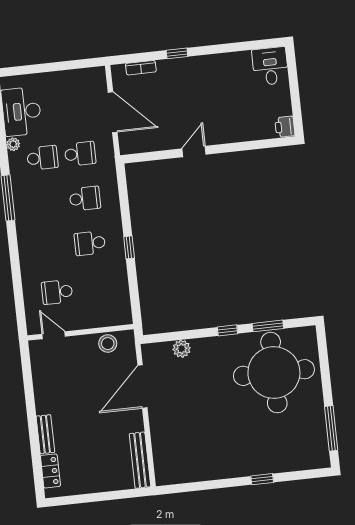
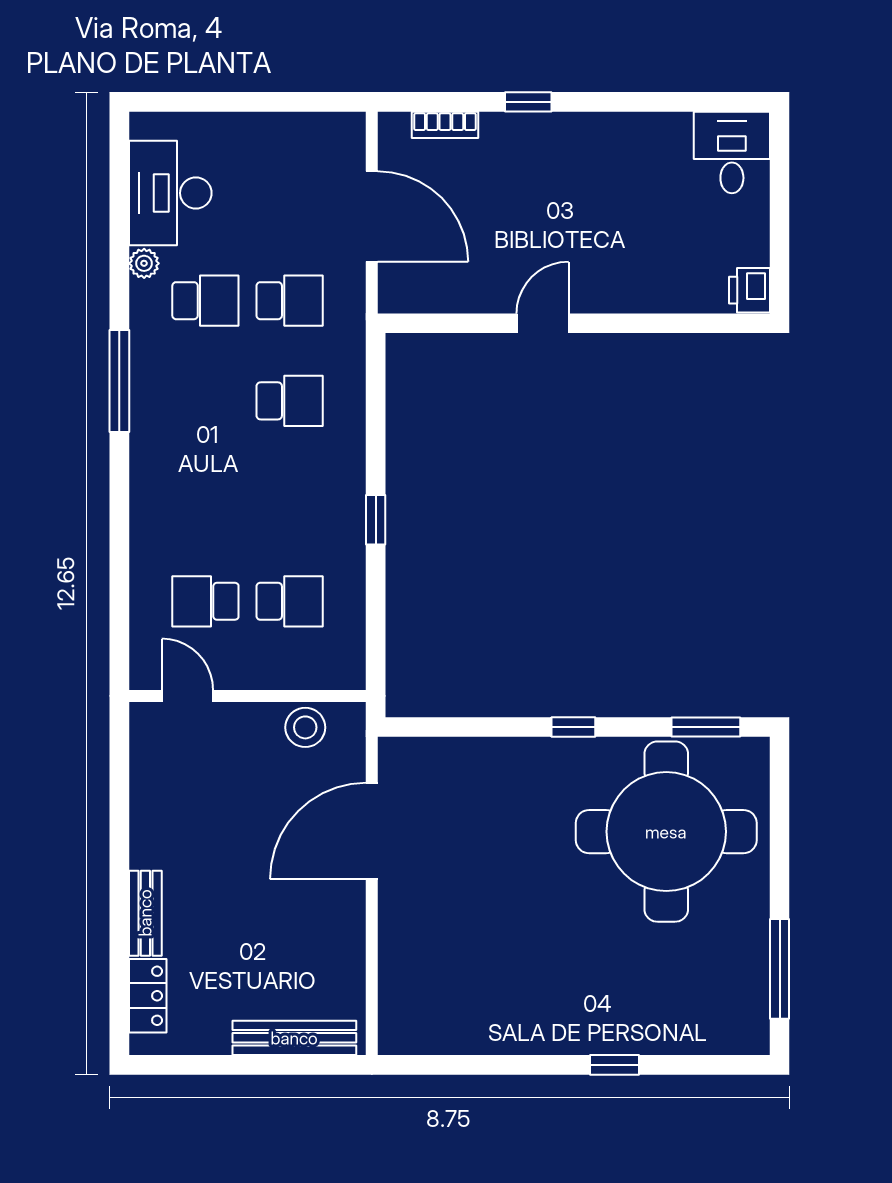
school desk: (90, 243) -> (290, 601), moved, turned 180
window: (268, 326) -> (706, 727), moved
plant: (182, 349) -> (468, 757), removed
bench: (140, 460) -> (294, 1038), moved, turned 90

